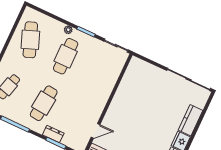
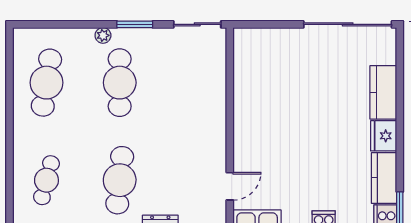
cafe table: (30, 40) -> (46, 83), turned 30

